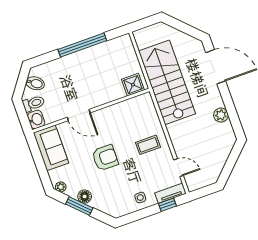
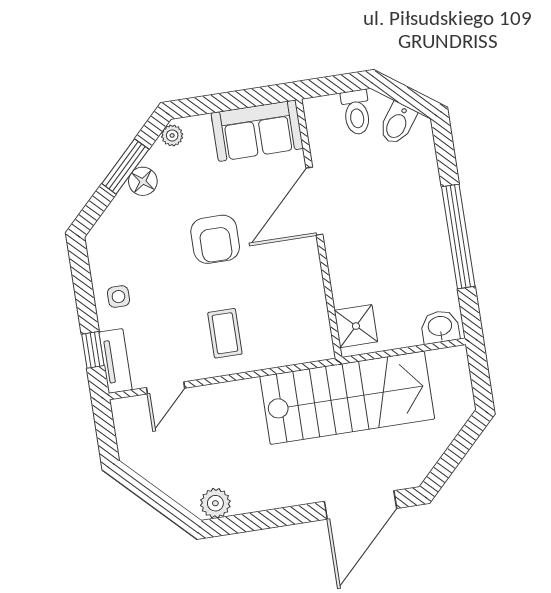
door: (79, 115) -> (314, 201), width x1.36
plant: (221, 115) -> (215, 503), moved
washbasin: (36, 119) -> (440, 327), moved, turned 180

